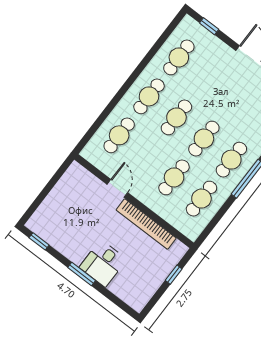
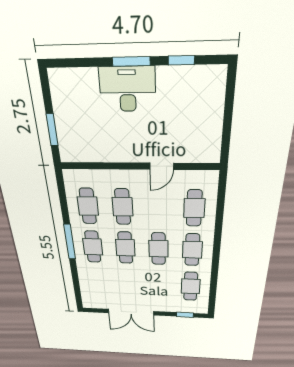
door: (117, 188) -> (162, 166), hinge flipped
bookcase: (146, 224) -> (112, 155), removed
window: (39, 241) -> (181, 60), moved
desk: (103, 263) -> (127, 89), width x1.37
window: (174, 275) -> (52, 130), width x1.50

